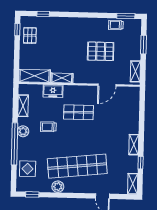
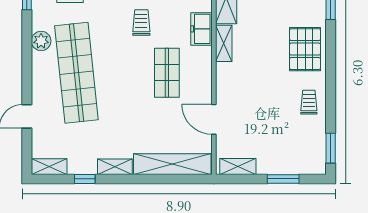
trolley: (116, 25) -> (309, 102), moved
pallet: (101, 51) -> (305, 49), moved
shelving: (133, 110) -> (172, 164), added

